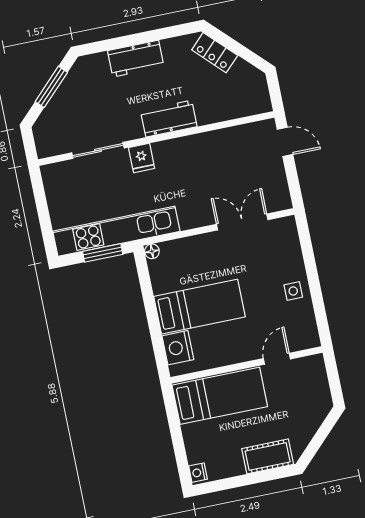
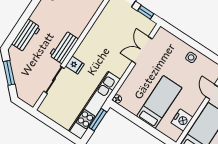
workbench: (136, 59) -> (26, 36), moved
workbench: (169, 119) -> (64, 47), moved
window: (293, 180) -> (146, 12), added
nightstand: (178, 348) -> (182, 120), moved, turned -90

